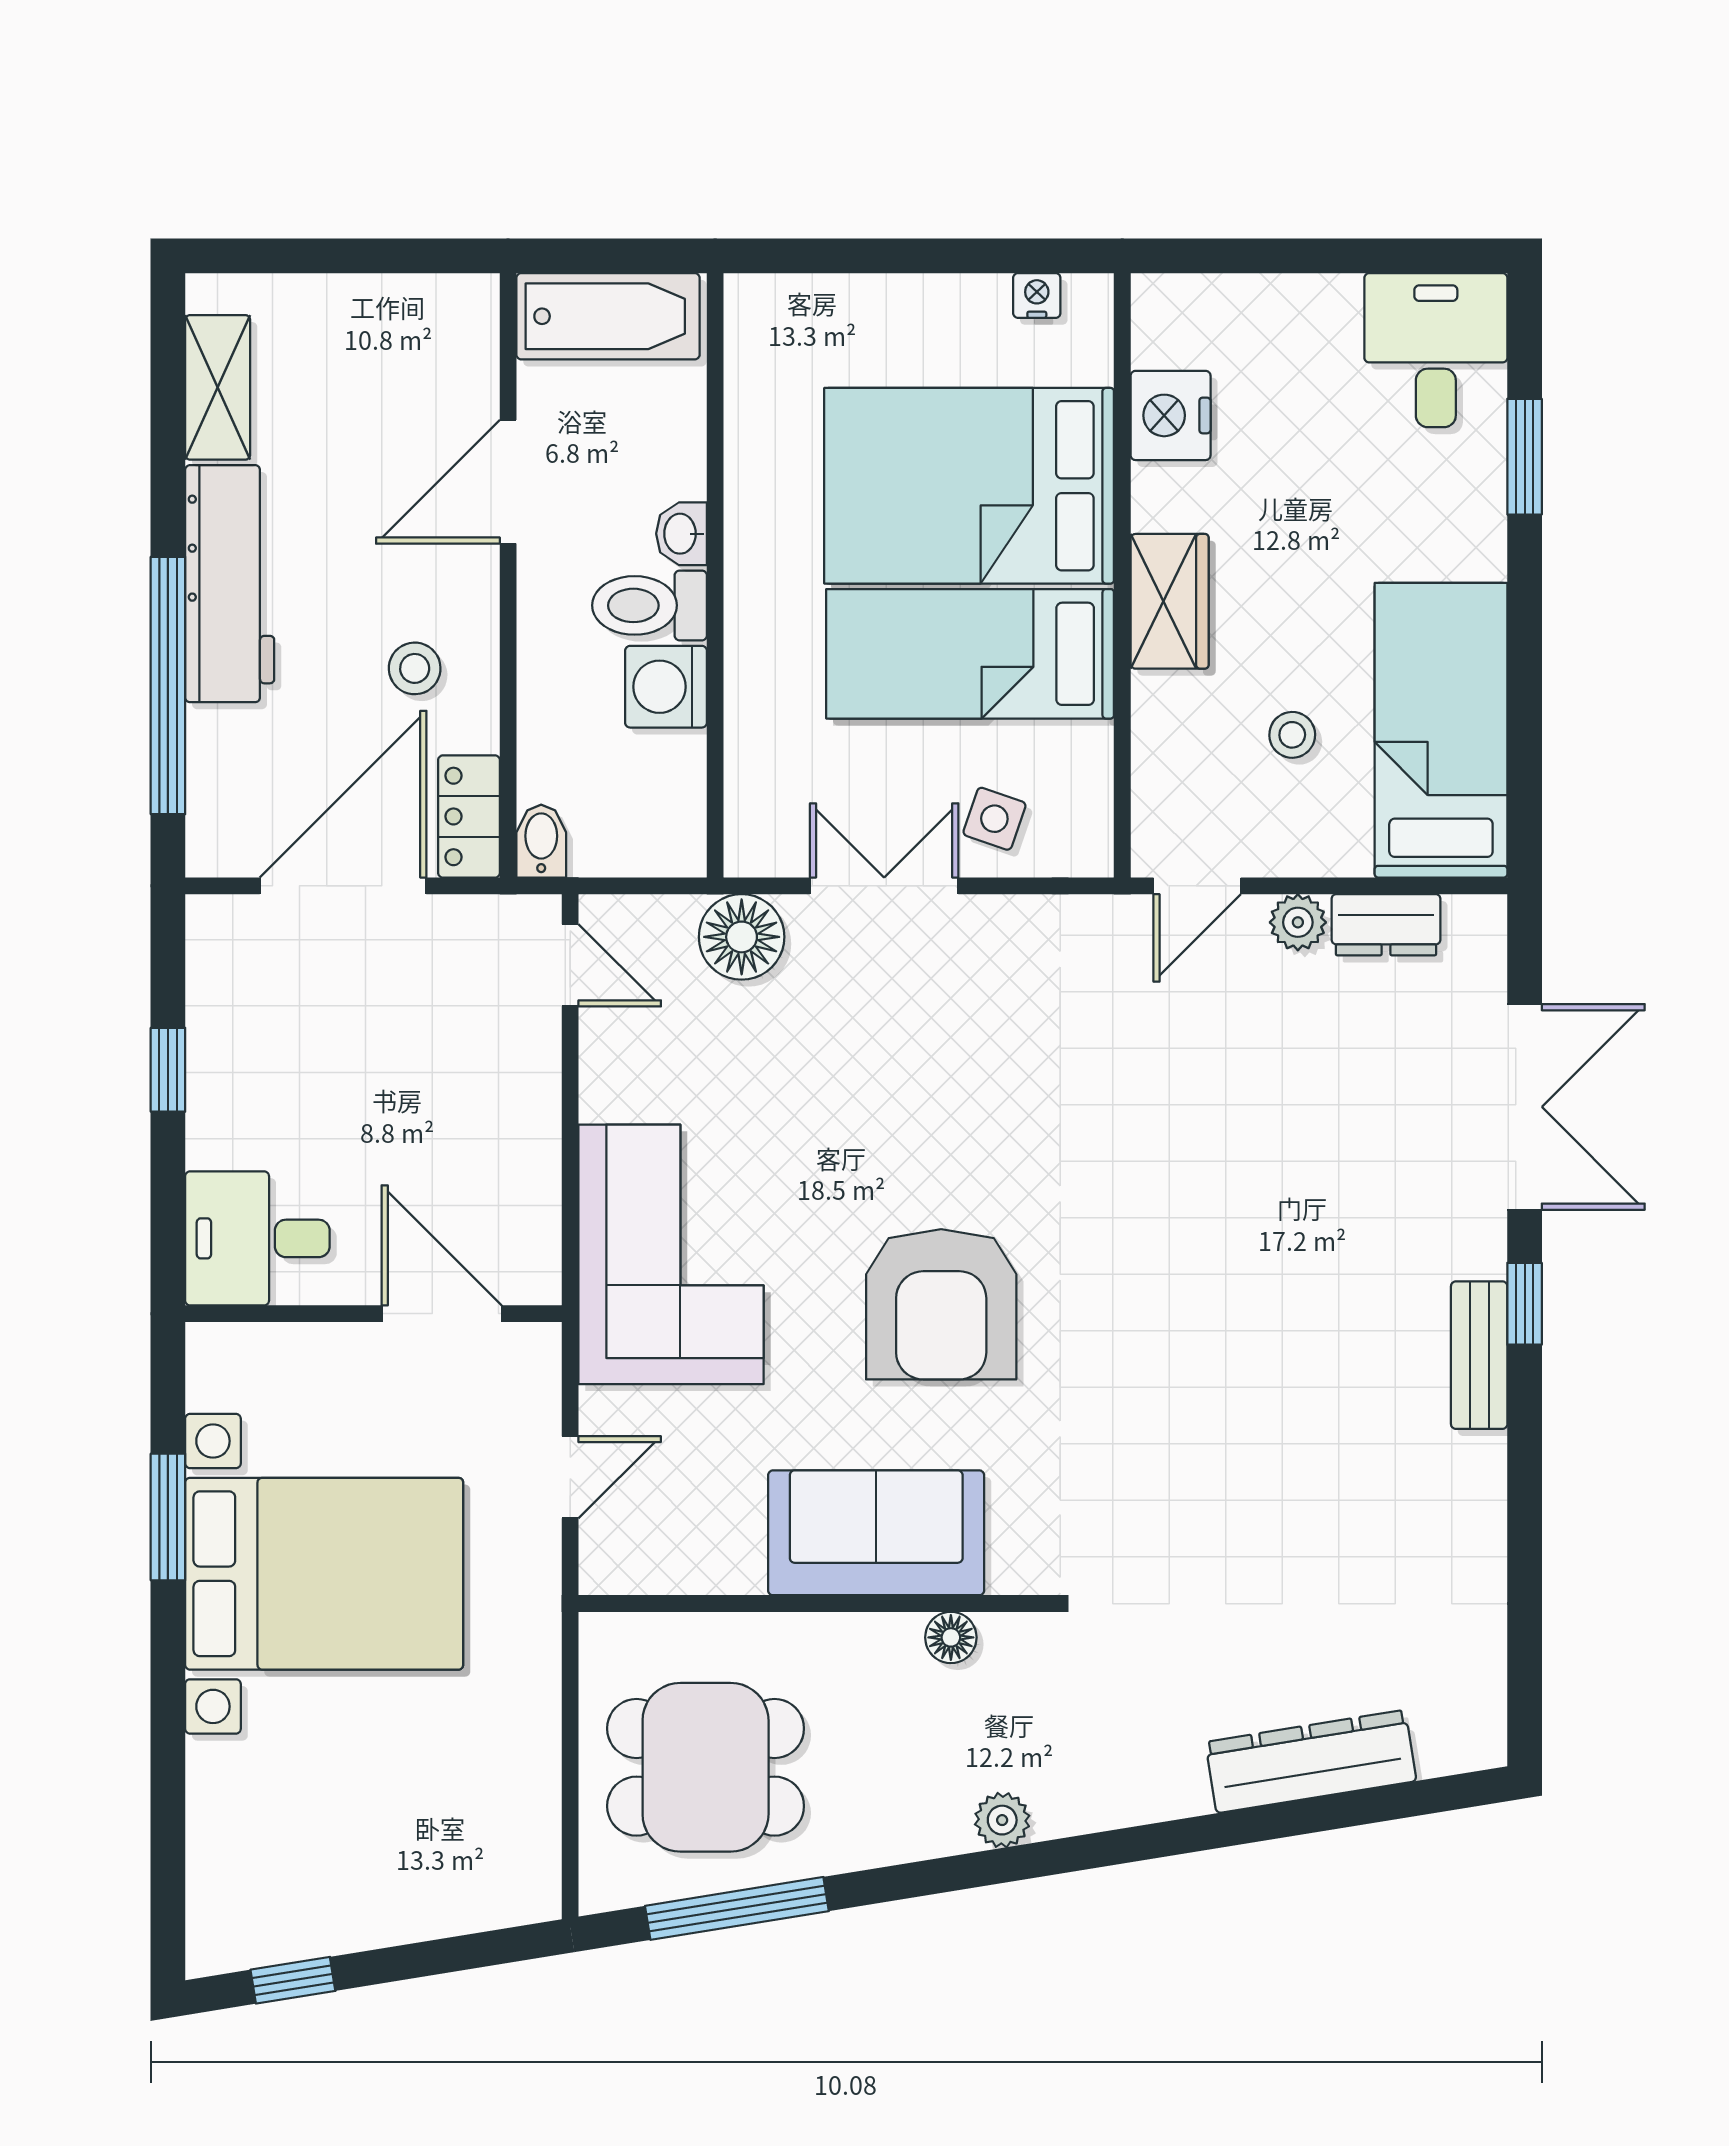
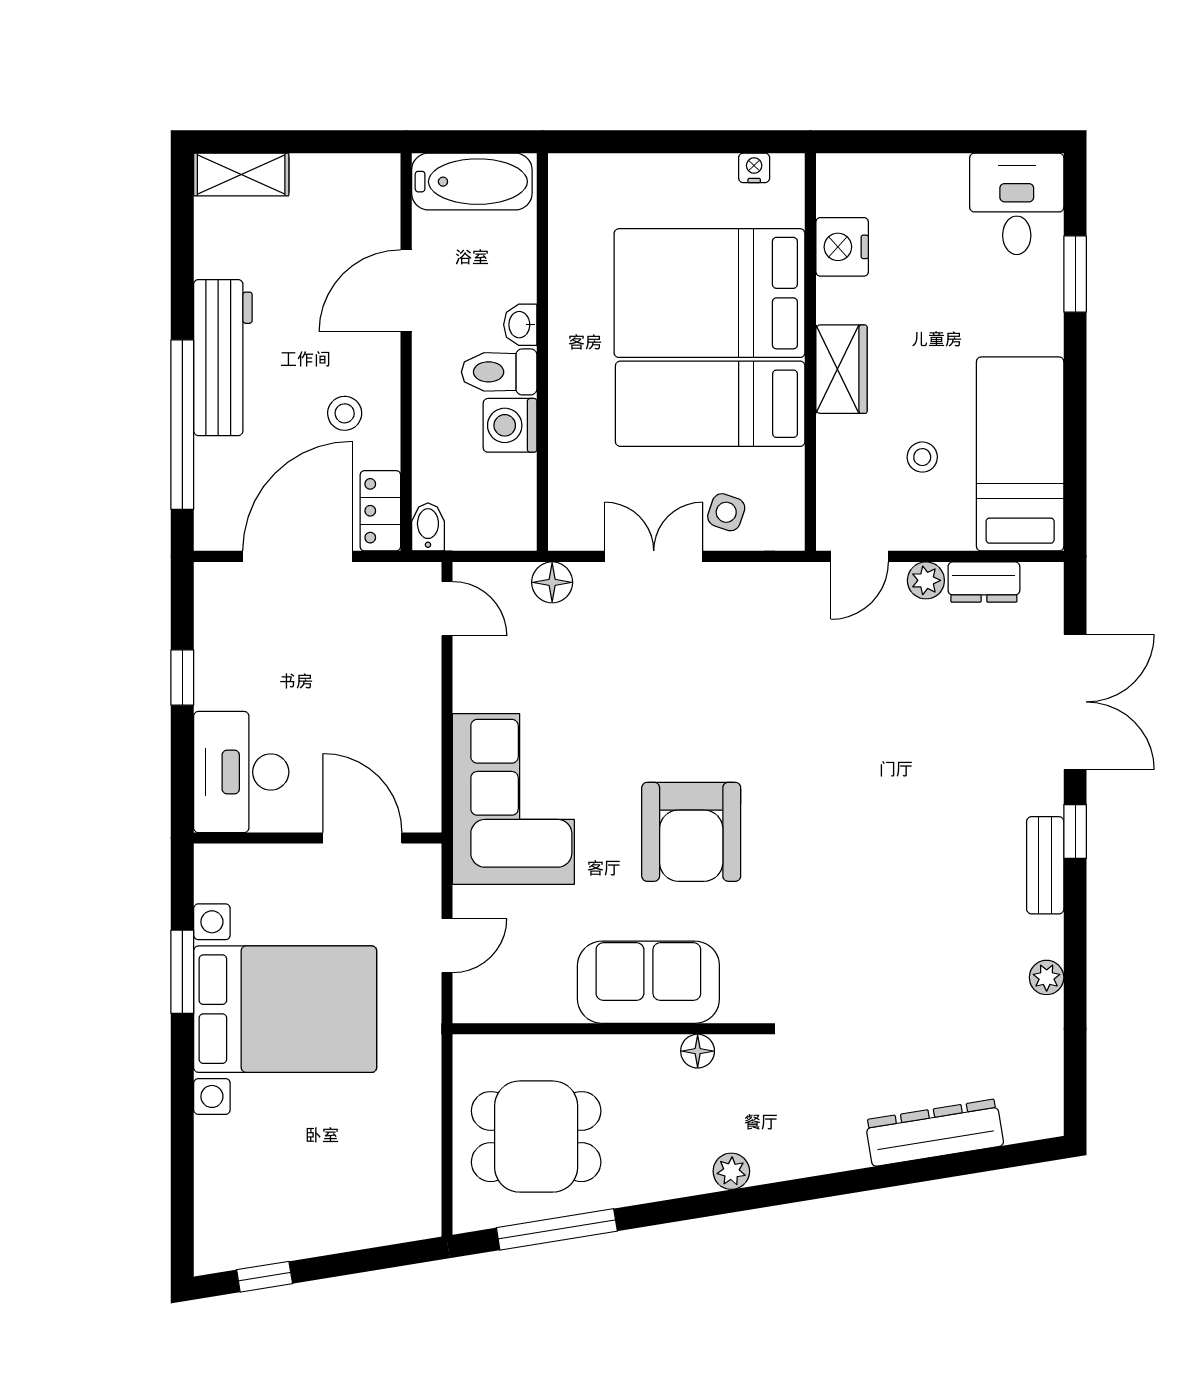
shelving: (218, 387) -> (241, 175), moved, turned 90
floor lamp: (742, 937) -> (552, 582), width x0.73, depth x0.73
desk: (257, 1238) -> (241, 772), width x1.37
plant: (1481, 1526) -> (1047, 977), added

